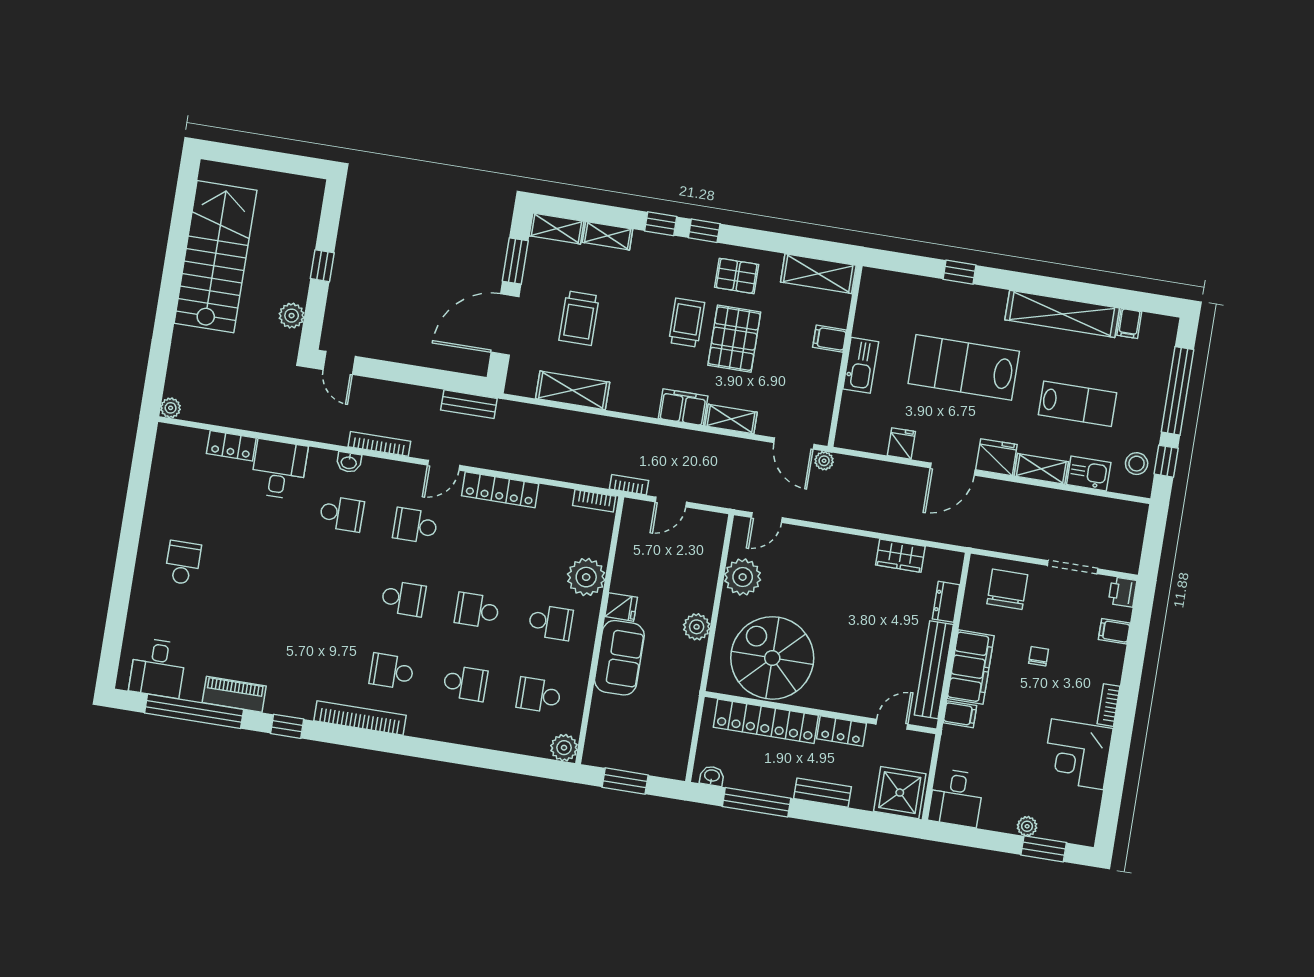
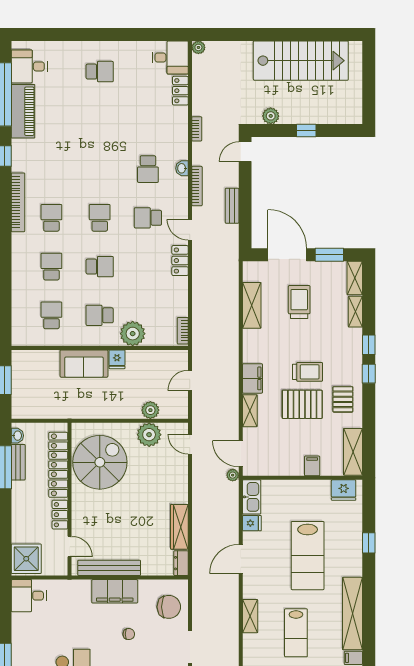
trolley: (579, 318) -> (299, 302), turned 90
kitchen sink: (861, 365) -> (252, 497), moved, turned -90
lab bench: (964, 367) -> (308, 556), turned 180
bench: (469, 404) -> (232, 206), moved
door: (794, 443) -> (241, 454), hinge flipped
fridge: (996, 457) -> (344, 490), moved, turned 90
desk: (279, 469) -> (170, 58), moved
door: (953, 469) -> (241, 559), hinge flipped
kitchen sink: (1089, 474) -> (252, 647), removed
bookcase: (629, 485) -> (197, 129), moved
locker: (500, 490) -> (180, 261), width x0.66
door: (671, 502) -> (190, 380), hinge flipped
school desk: (415, 526) -> (148, 218), turned -90
wardrobe: (900, 556) -> (179, 527), width x1.50
school desk: (403, 598) -> (100, 218), turned 180
dresser: (946, 602) -> (181, 563), moved, turned -90
school desk: (477, 610) -> (100, 267), turned 90
school desk: (551, 622) -> (100, 315), turned 90
plant: (697, 627) -> (150, 410), moved
school desk: (465, 683) -> (51, 267), turned 180
piano: (234, 694) -> (23, 111), width x1.37, depth x1.33
filing cabinet: (960, 714) -> (83, 589), removed
plant: (564, 748) -> (20, 337), removed
bench: (823, 793) -> (18, 462), moved
plant: (1027, 826) -> (18, 644), removed

